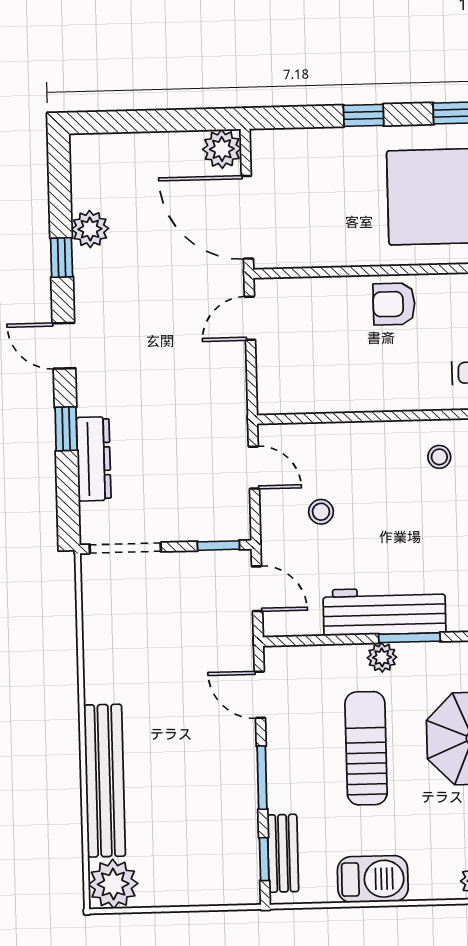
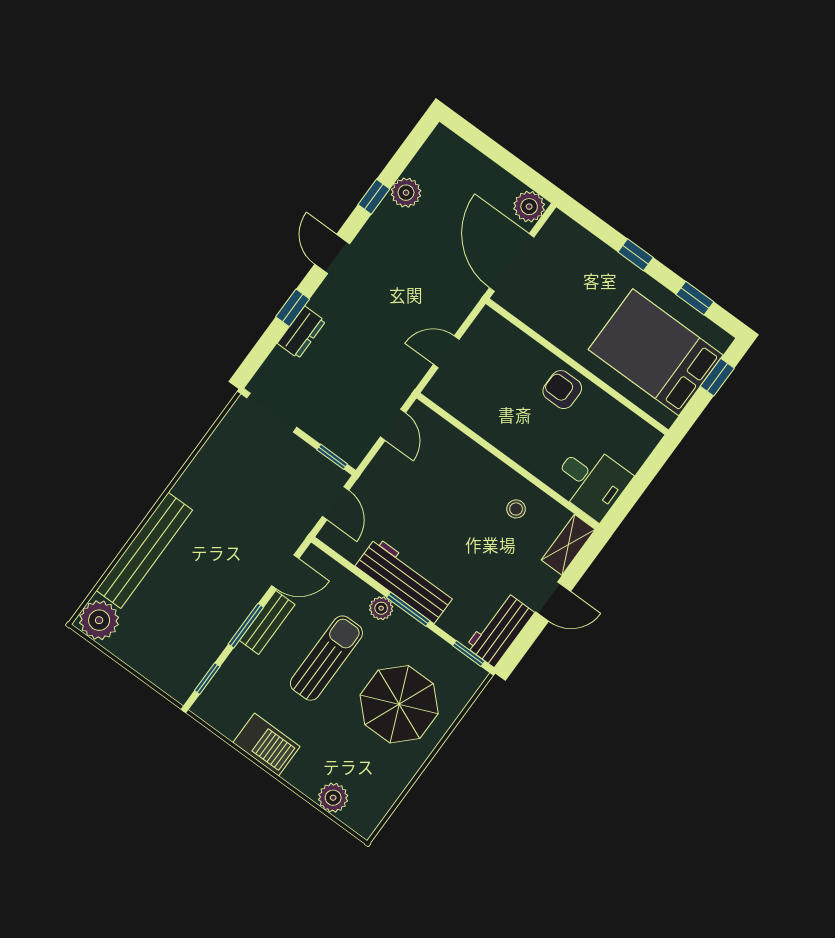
door: (250, 318) -> (446, 352), moved
dresser: (94, 459) -> (301, 332), width x0.70
stool: (321, 512) -> (414, 486), removed
door: (260, 695) -> (285, 572), swing flipped
bench: (283, 853) -> (267, 622), moved

